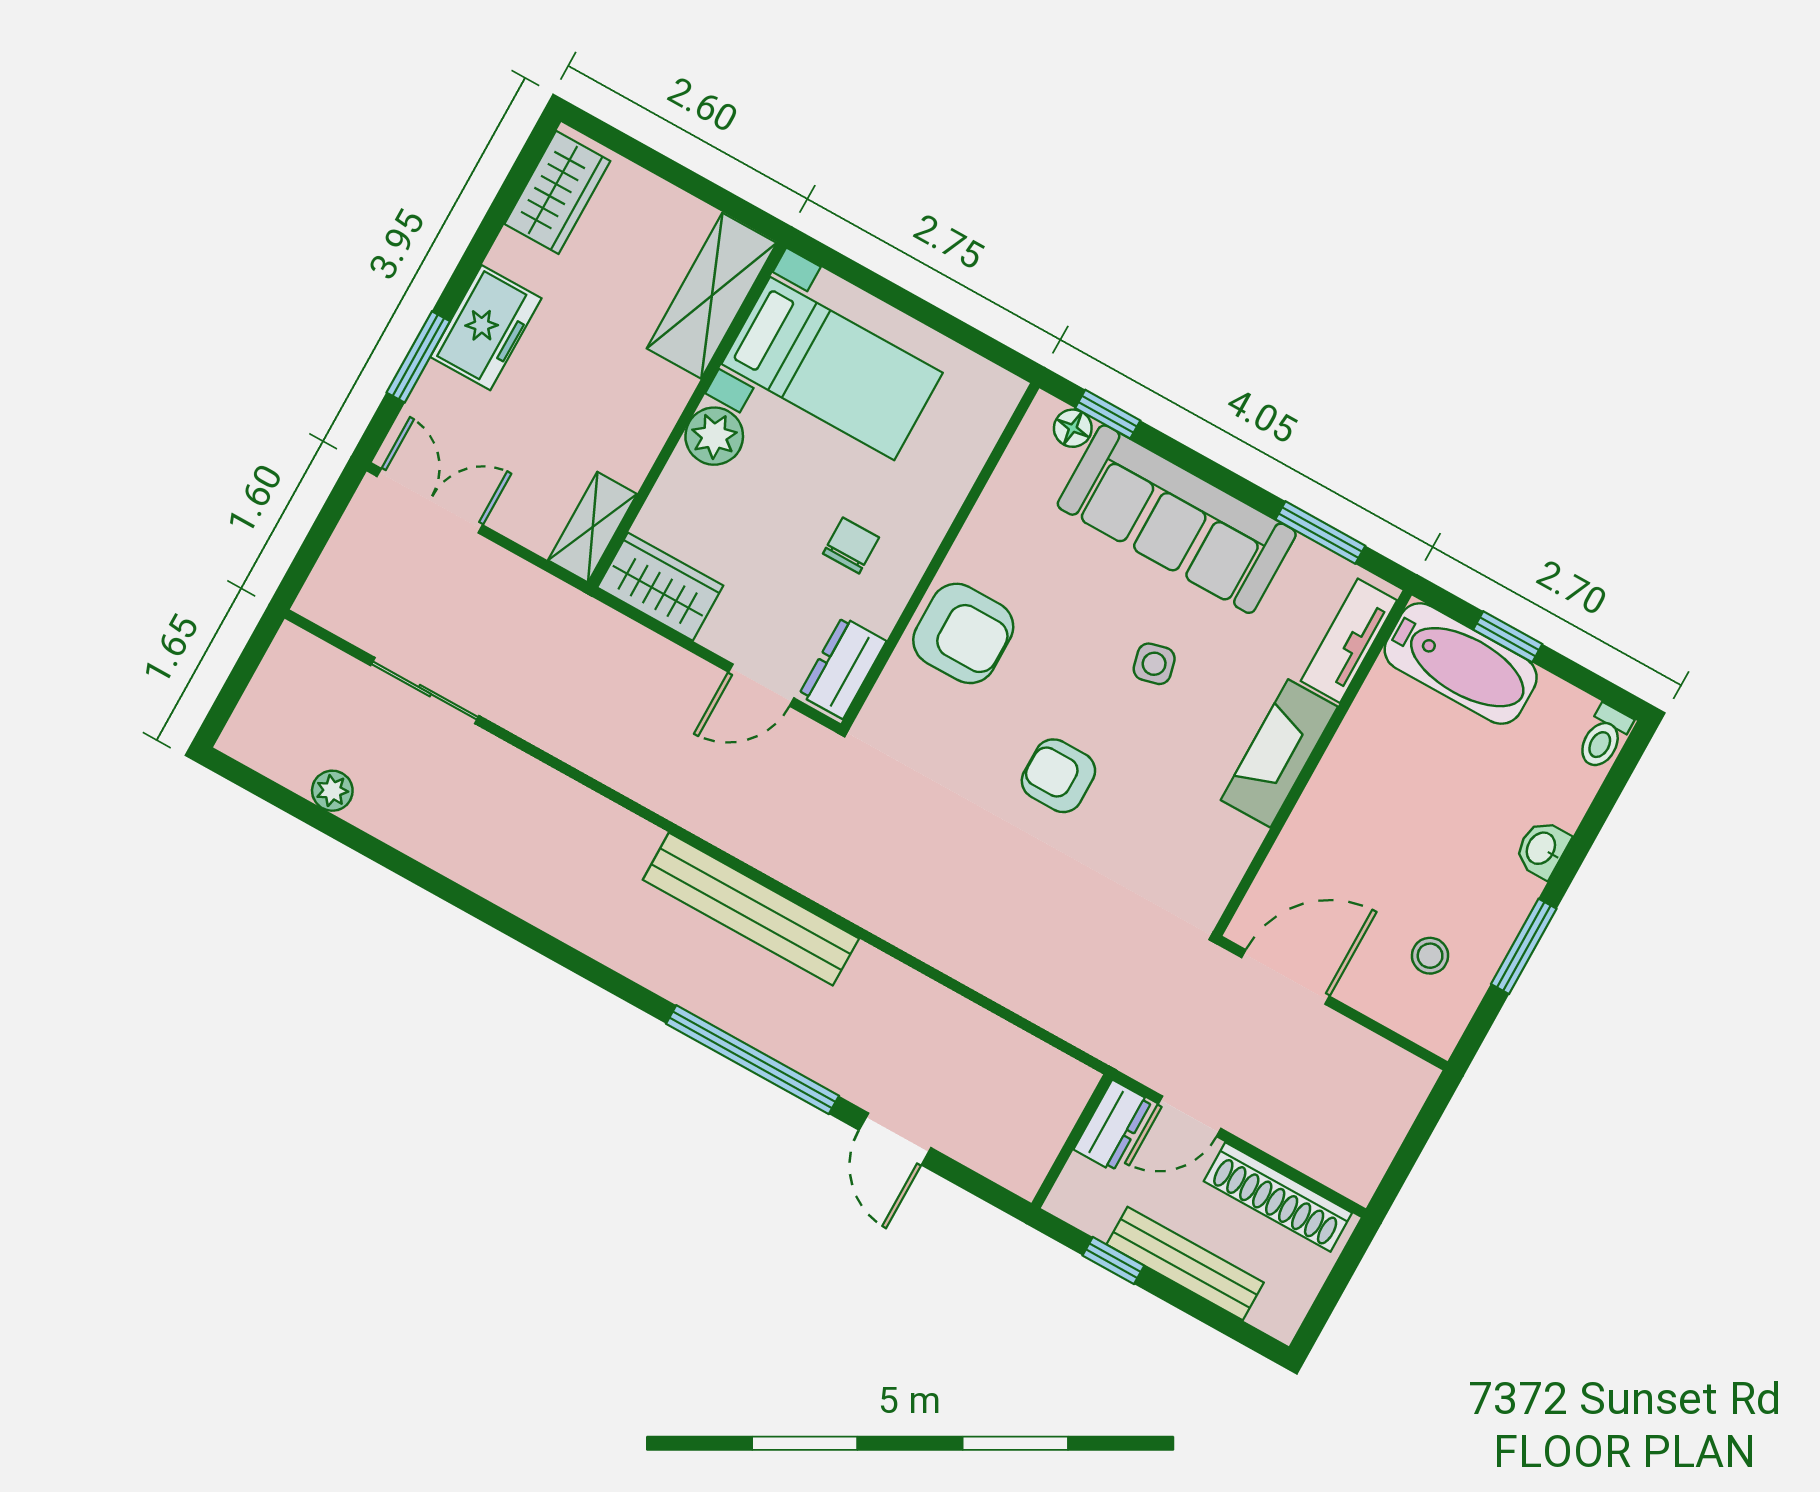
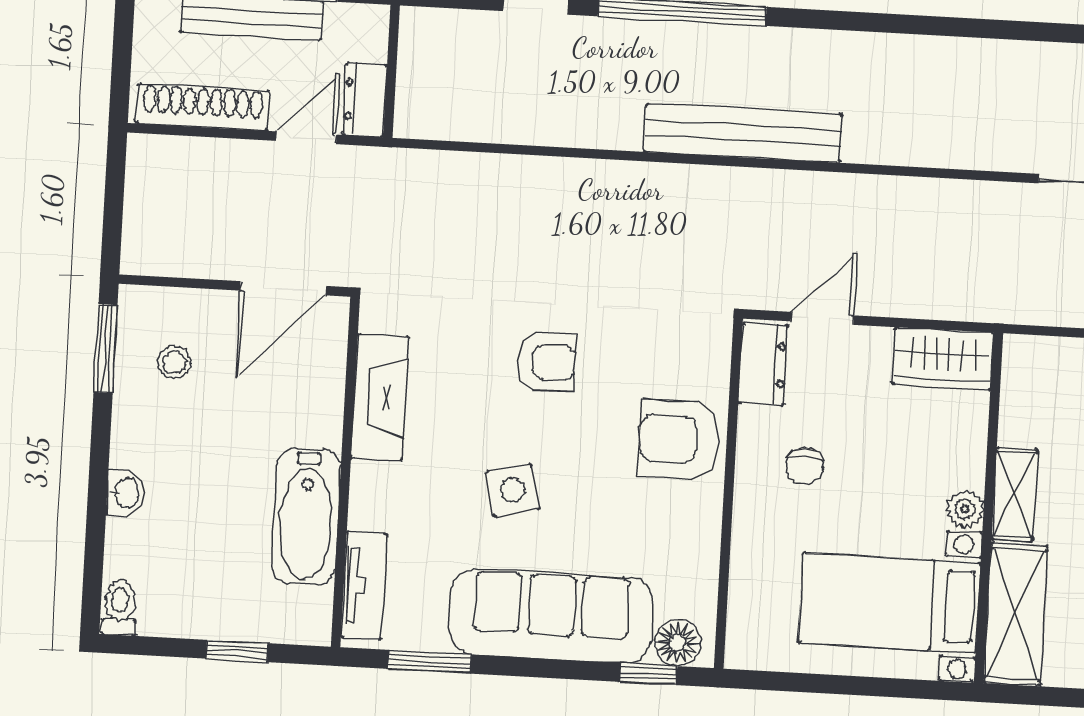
floor lamp: (1073, 428) -> (678, 643), width x1.37, depth x1.37
plant: (714, 436) -> (965, 509), width x0.73, depth x0.73
shelving: (593, 527) -> (1015, 494), moved
side table: (1154, 664) -> (513, 490), width x1.37, depth x1.37
bathtub: (1461, 664) -> (306, 517), moved, turned -90
fireplace: (1279, 753) -> (380, 397), moved
window: (1524, 946) -> (106, 349), moved

